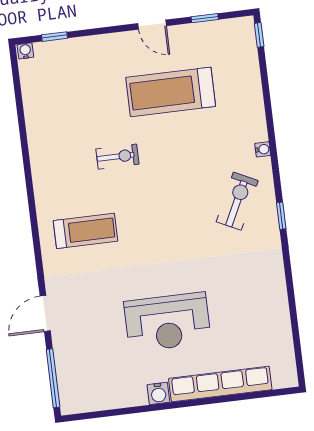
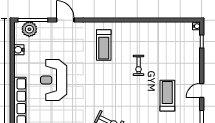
treadmill: (171, 92) -> (167, 96), width x0.73, depth x0.73
plant: (72, 383) -> (29, 29), added
water cooler: (158, 393) -> (19, 50), moved

